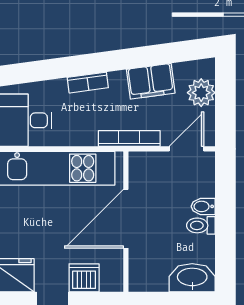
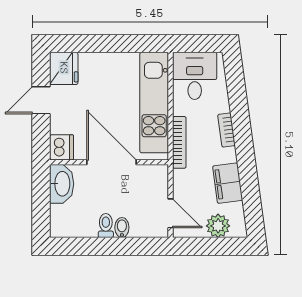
bookcase: (129, 138) -> (179, 142), moved
dishwasher: (84, 278) -> (62, 147), moved
washbasin: (192, 278) -> (62, 184), moved

